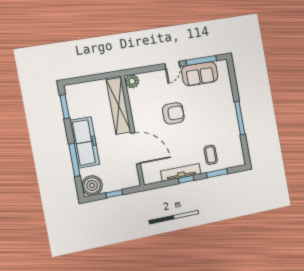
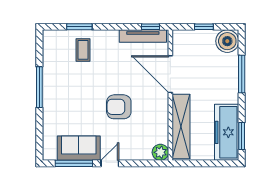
freezer: (85, 142) -> (227, 132), moved
tv unit: (181, 172) -> (143, 36), moved
window: (186, 179) -> (150, 27), moved

